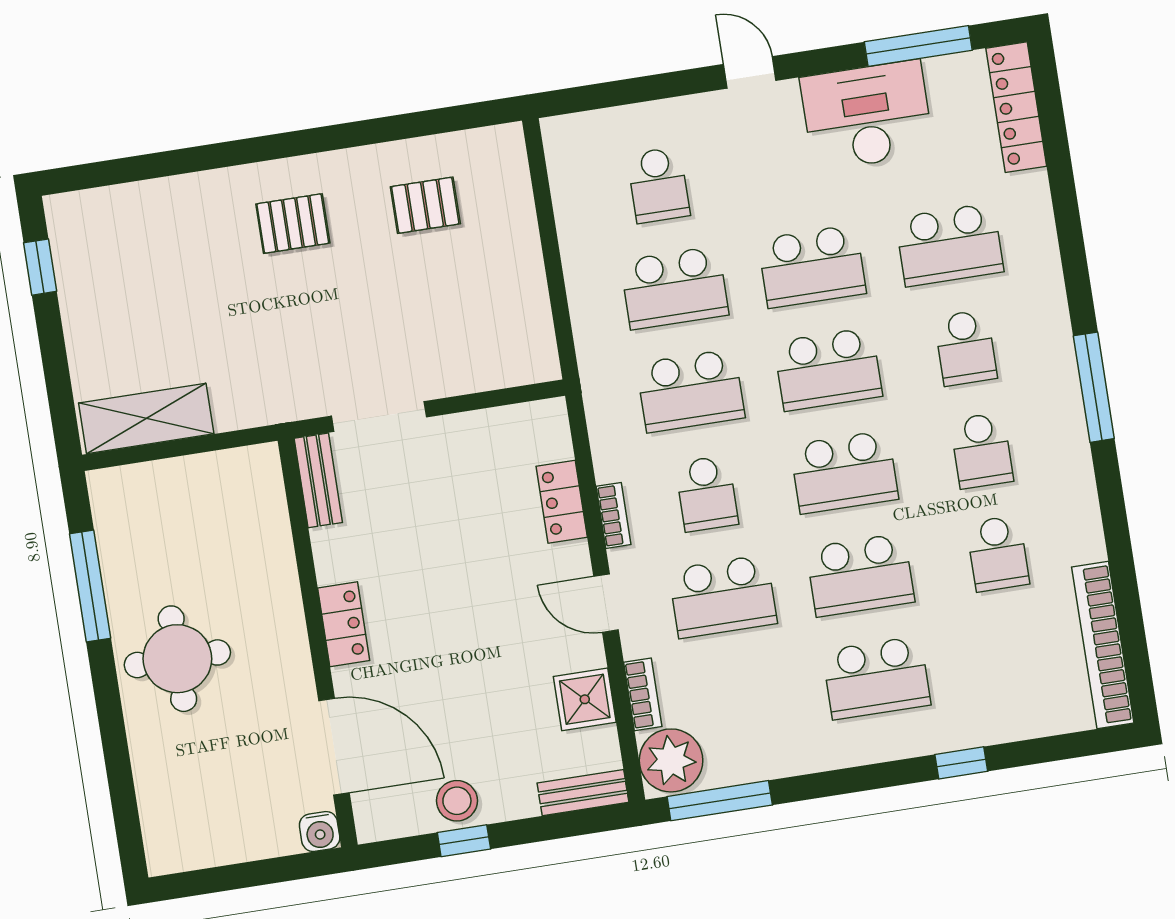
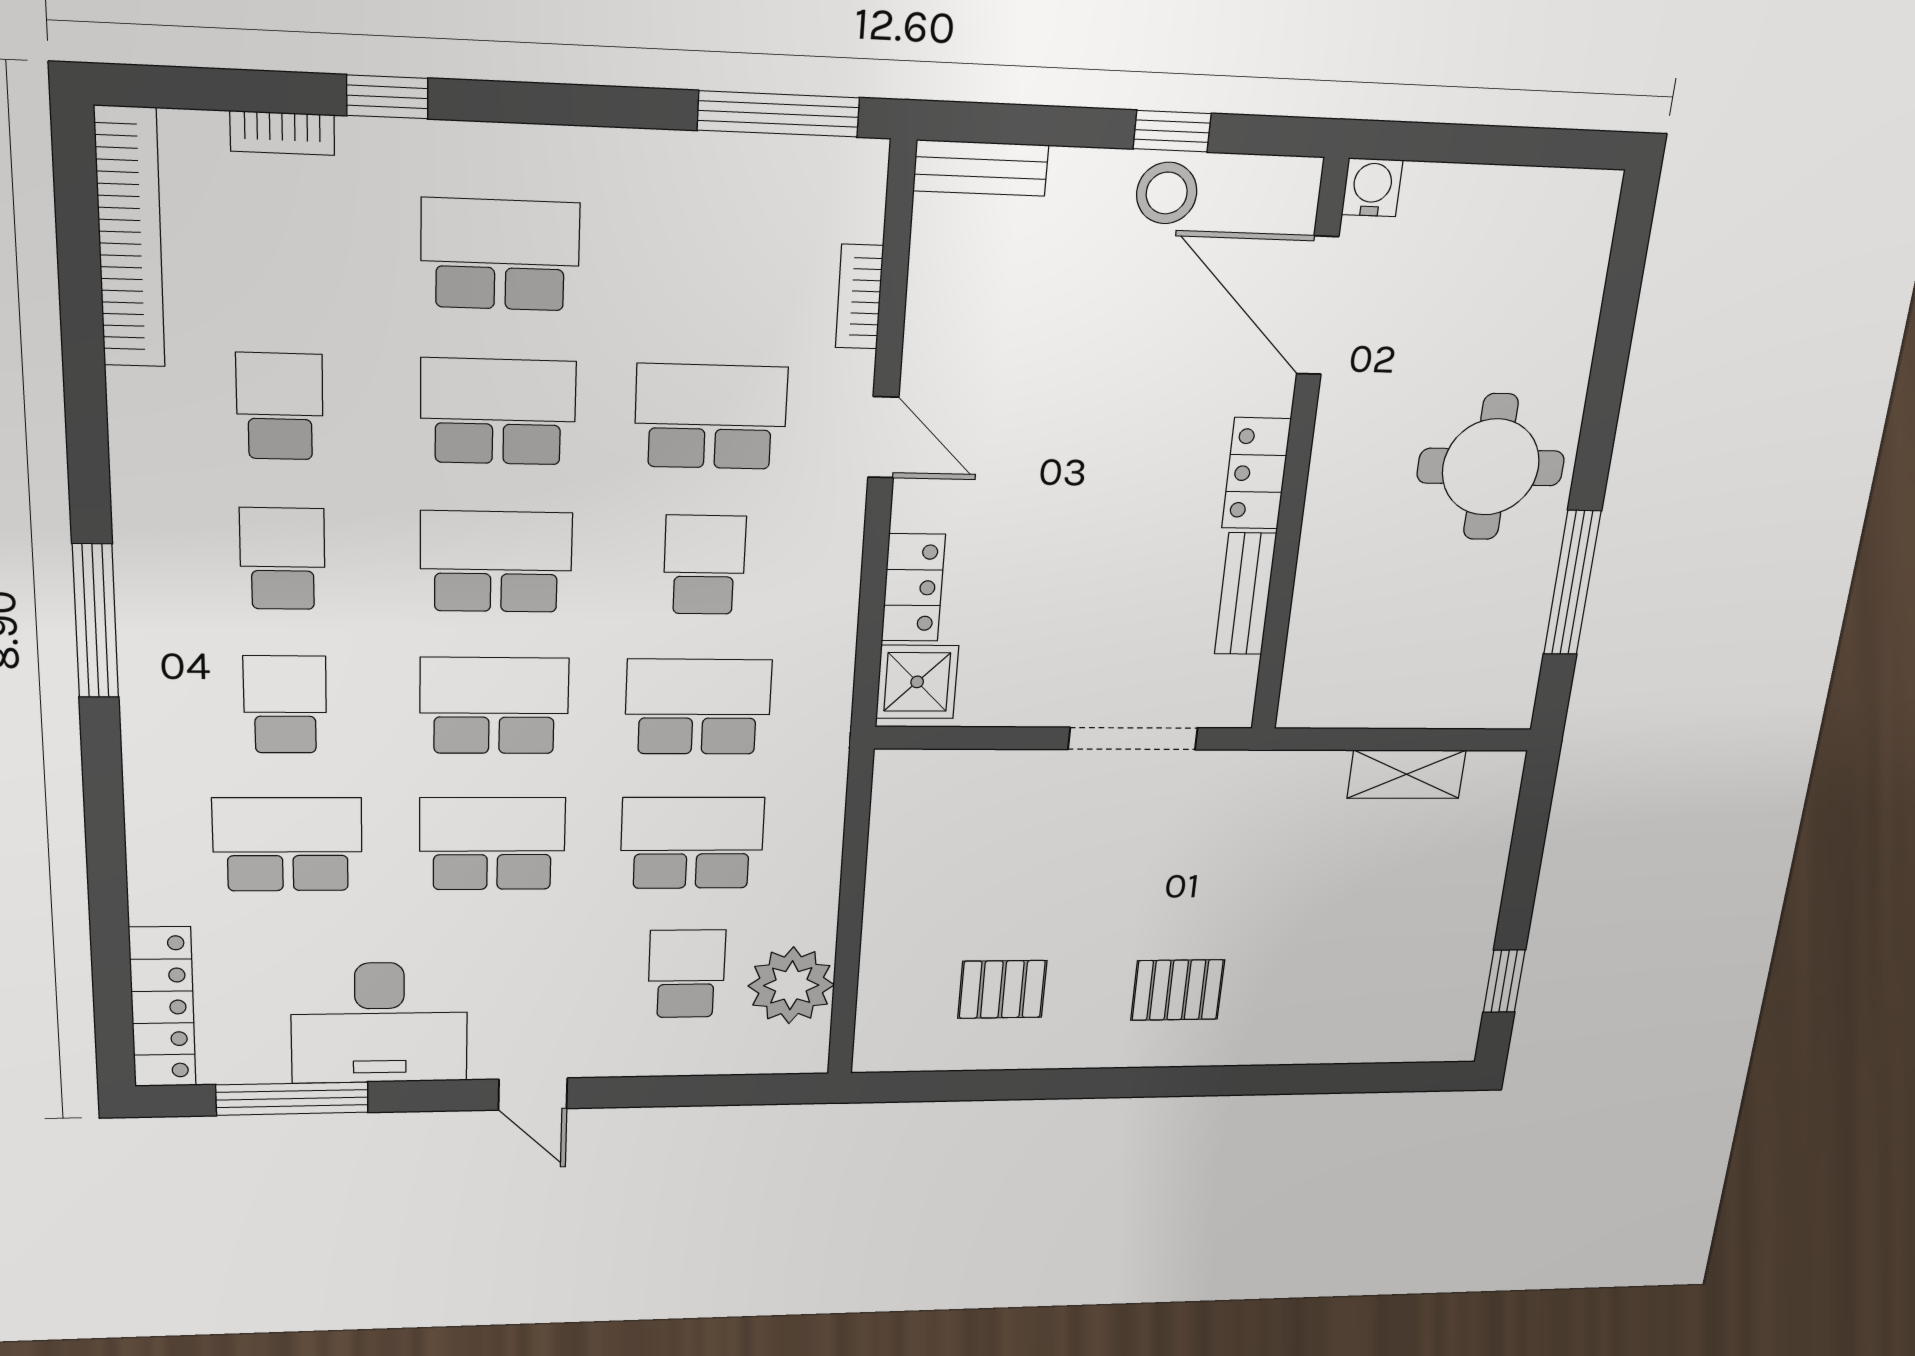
shelving: (146, 418) -> (1406, 774), width x0.67, depth x0.75
bench: (318, 480) -> (1245, 594), moved
bookcase: (613, 515) -> (282, 133), moved, turned -90
shower: (585, 699) -> (917, 682), moved
plant: (671, 760) -> (791, 985), moved

